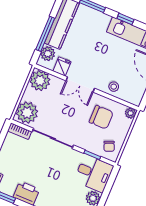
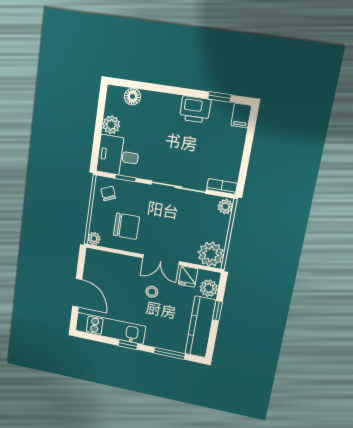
window: (45, 34) -> (217, 311), width x0.46
double door: (80, 85) -> (161, 260), swing flipped
stool: (114, 87) -> (152, 292), moved
plant: (27, 113) -> (225, 207), width x0.53, depth x0.53
chair: (101, 117) -> (126, 226), turned 180

